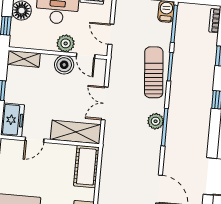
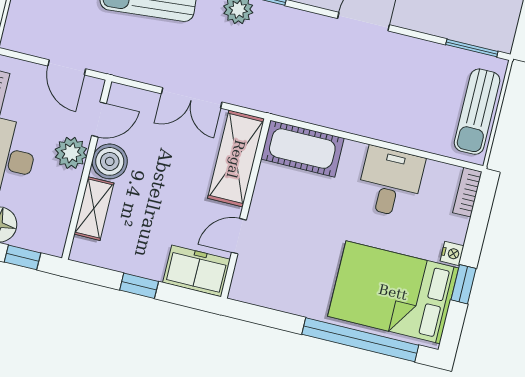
door: (111, 34) -> (67, 67), hinge flipped
shelving: (24, 59) -> (94, 209), moved
door: (34, 140) -> (239, 236), swing flipped

